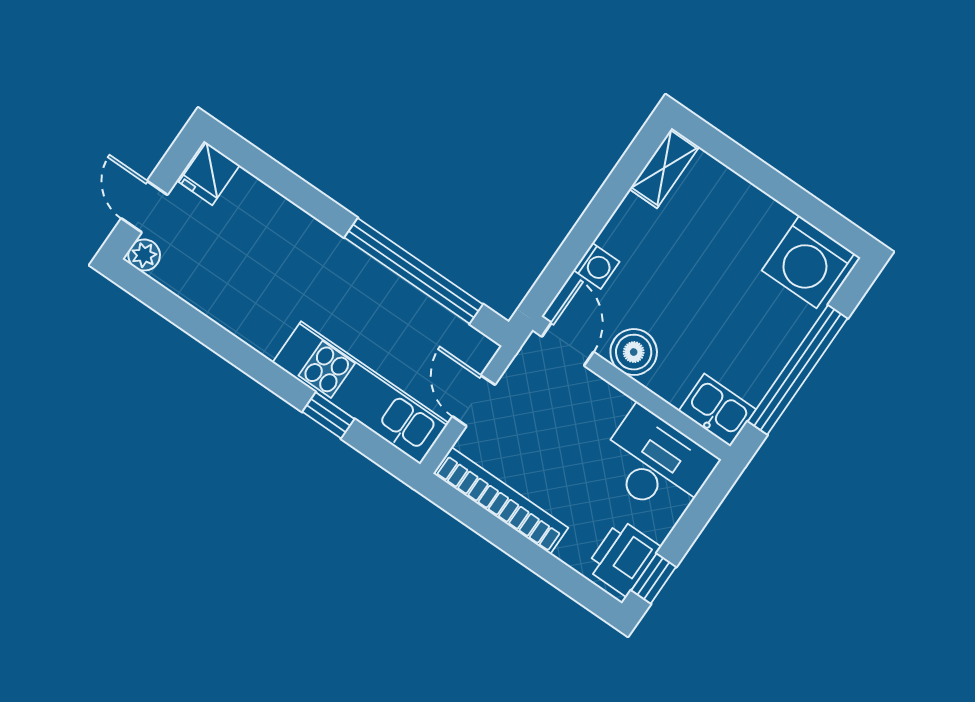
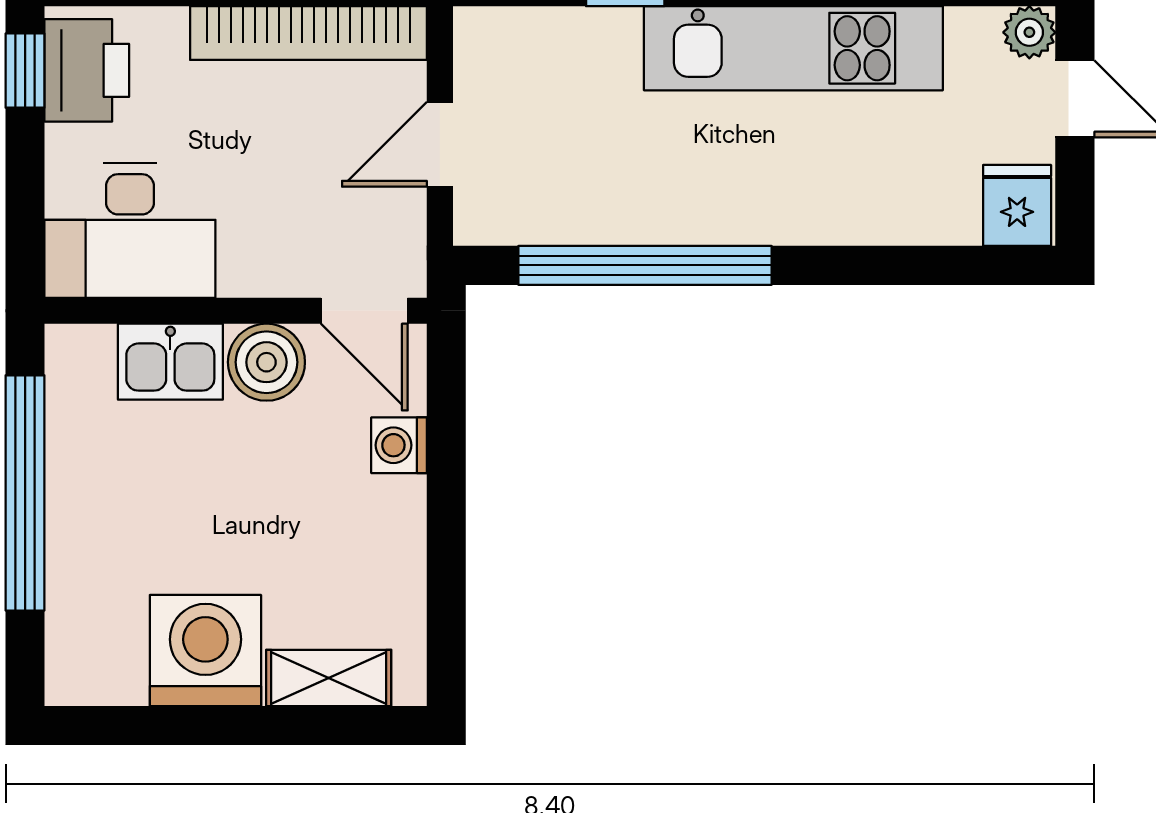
shelving: (664, 168) -> (329, 678), moved, turned 90
washing machine: (808, 262) -> (205, 650), moved
kitchen unit: (361, 393) -> (793, 48), moved
door: (474, 401) -> (440, 144), swing flipped
kitchen sink: (717, 410) -> (170, 362), moved

